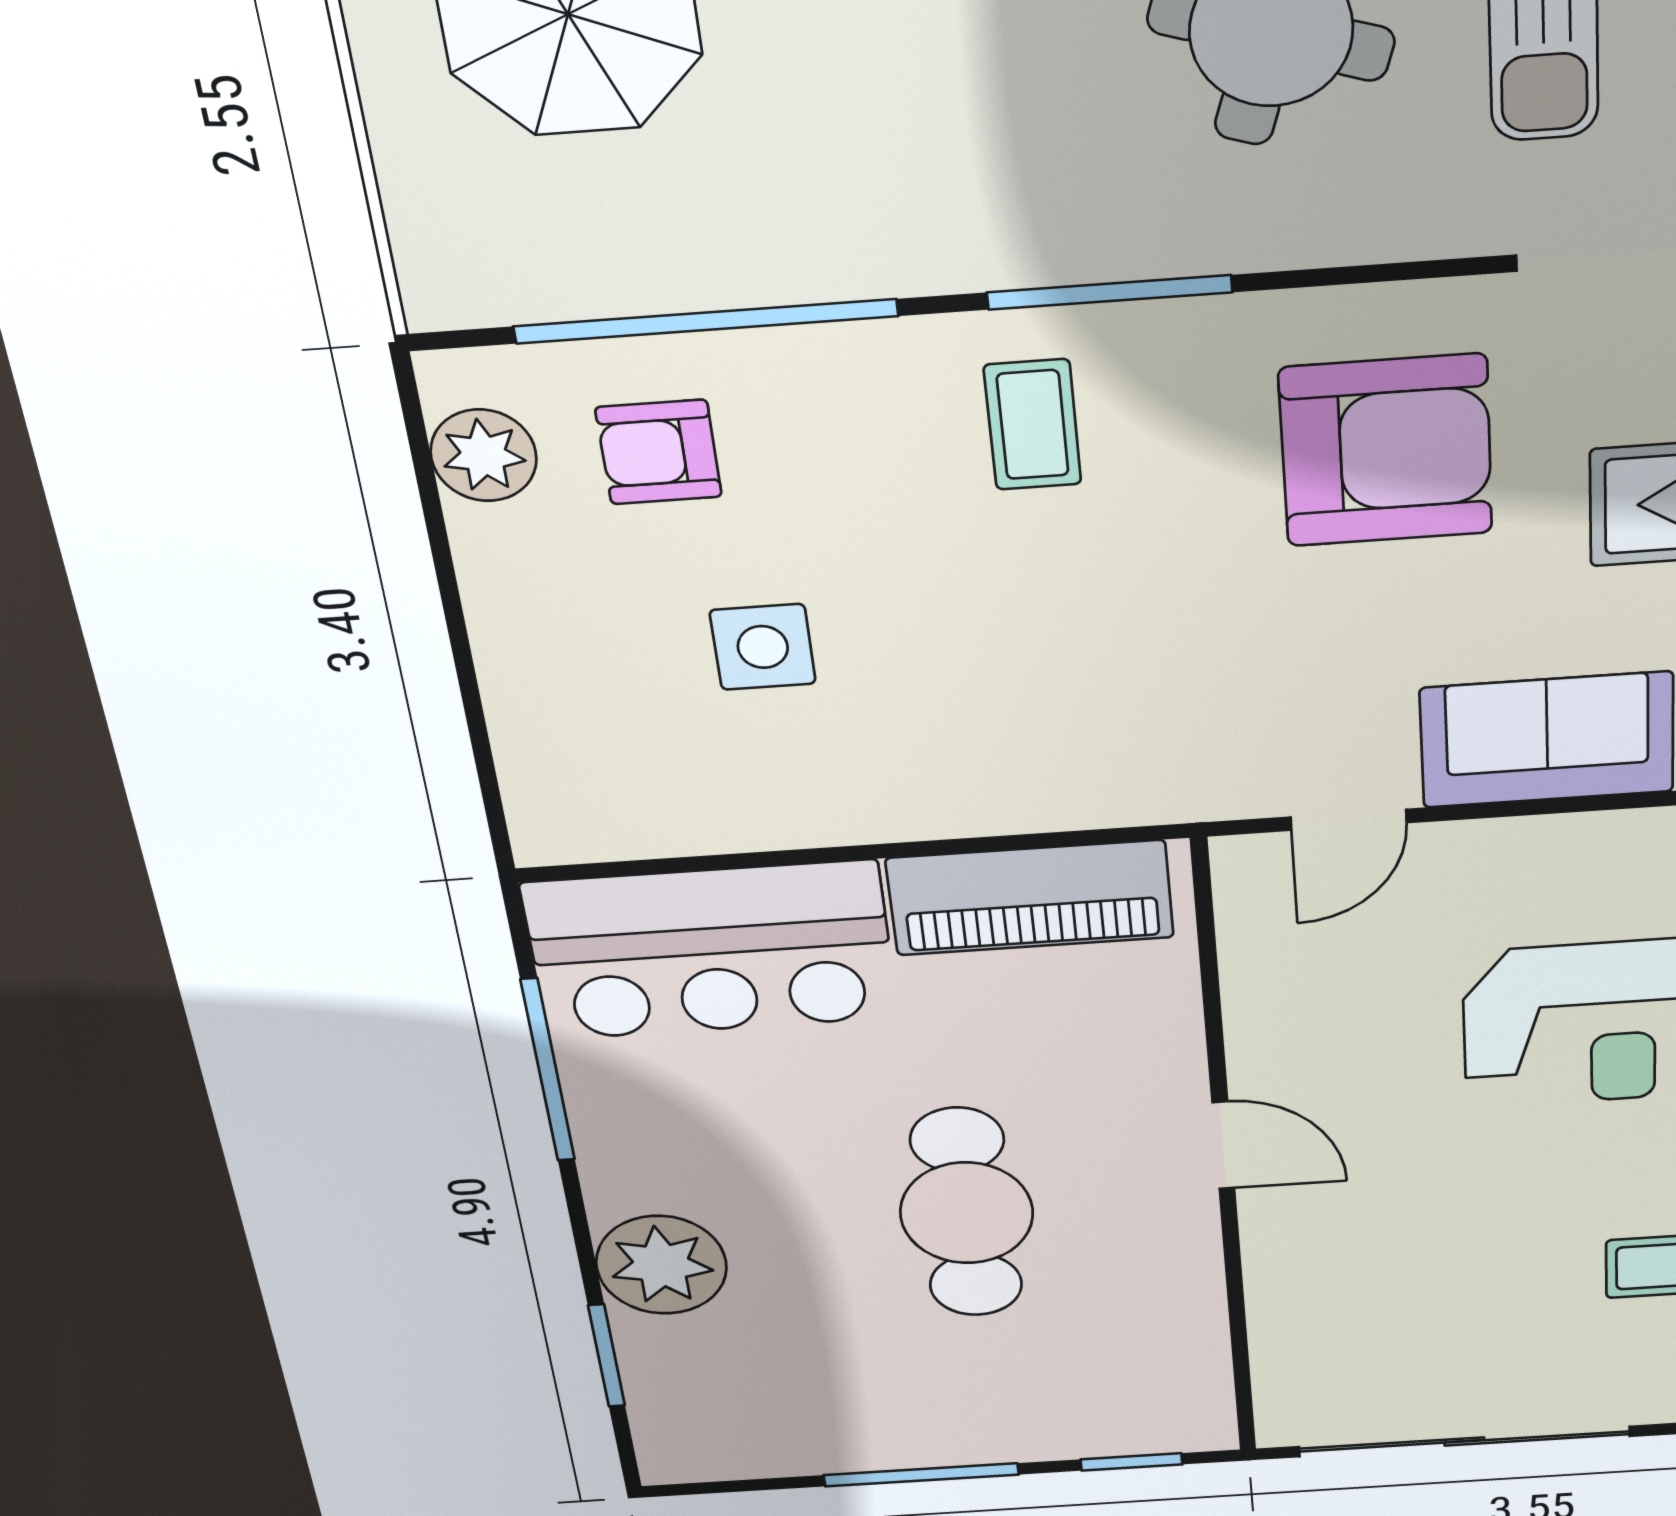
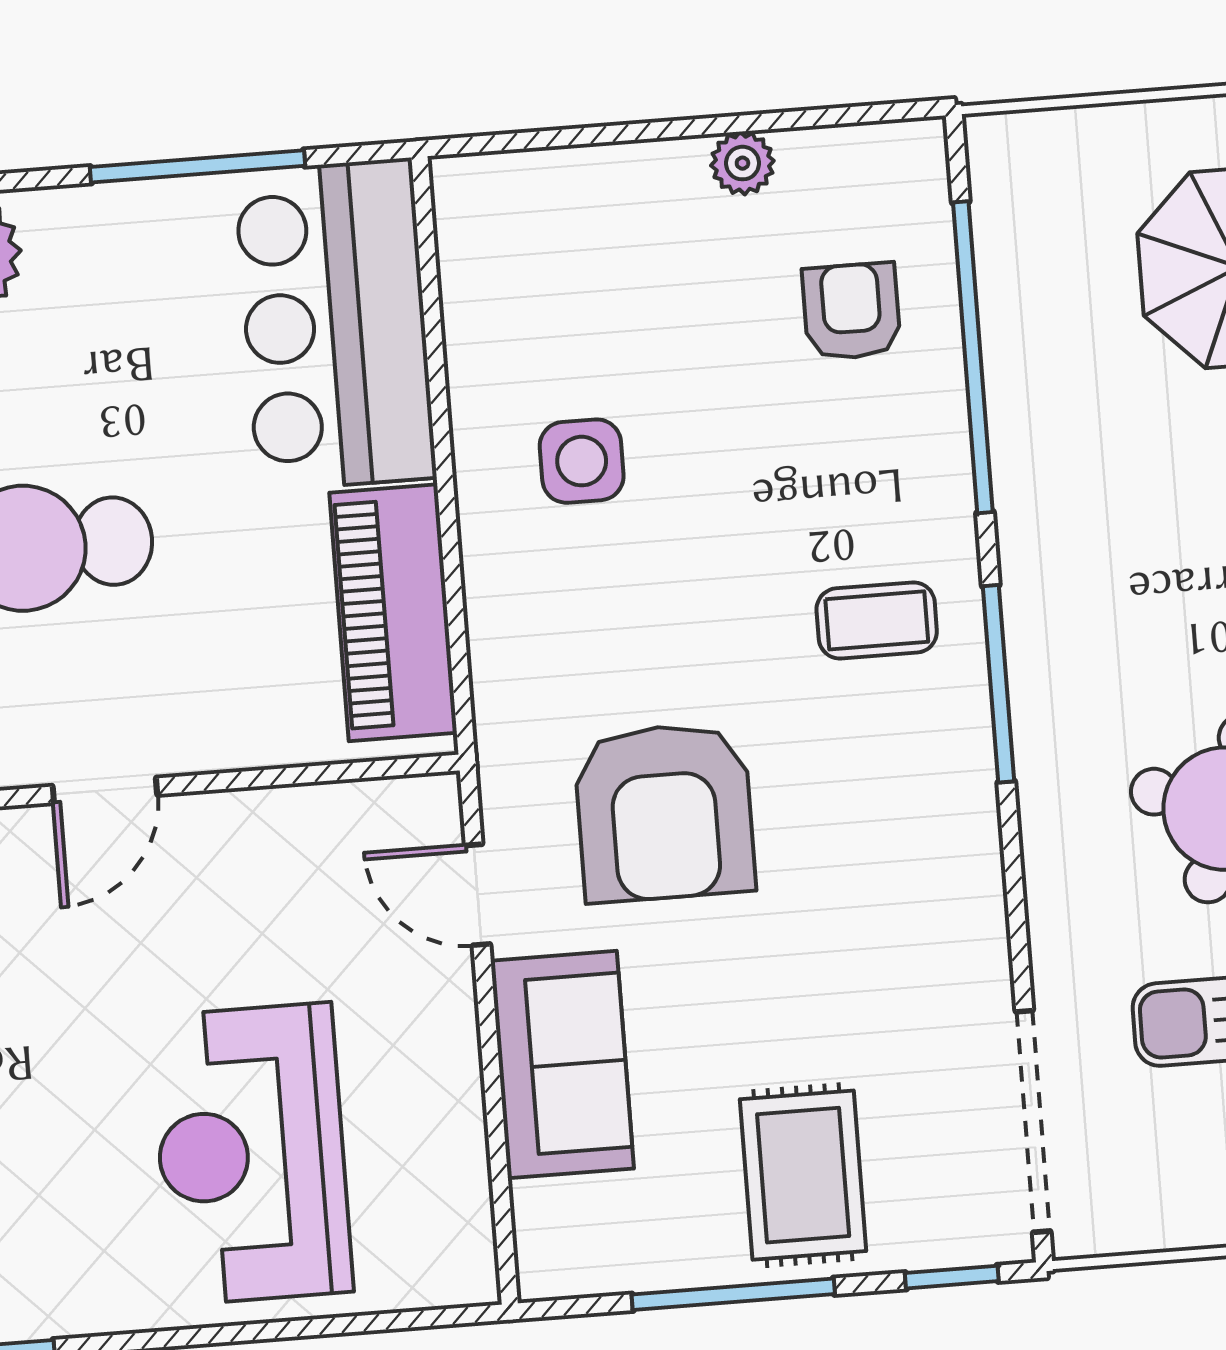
armchair: (1386, 451) -> (664, 812), moved
plant: (484, 455) -> (742, 163), moved, width x0.73, depth x0.73
side table: (763, 647) -> (582, 461), moved

